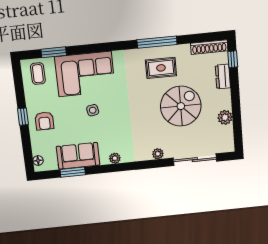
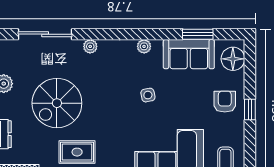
side table: (93, 110) -> (148, 95), moved
floor lamp: (38, 161) -> (233, 59), width x1.89, depth x1.89

